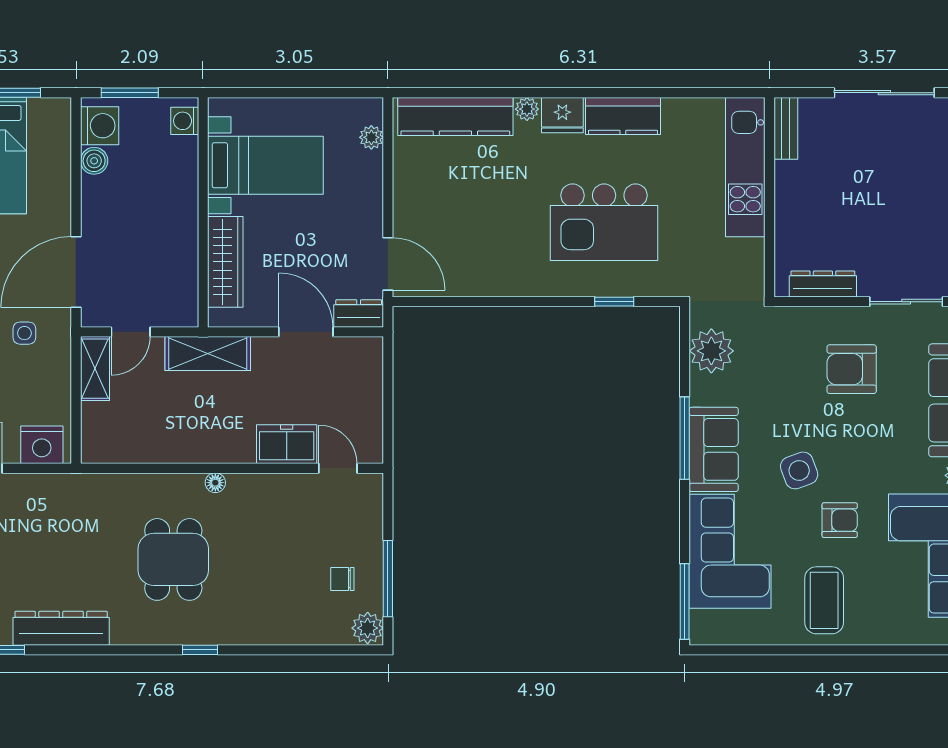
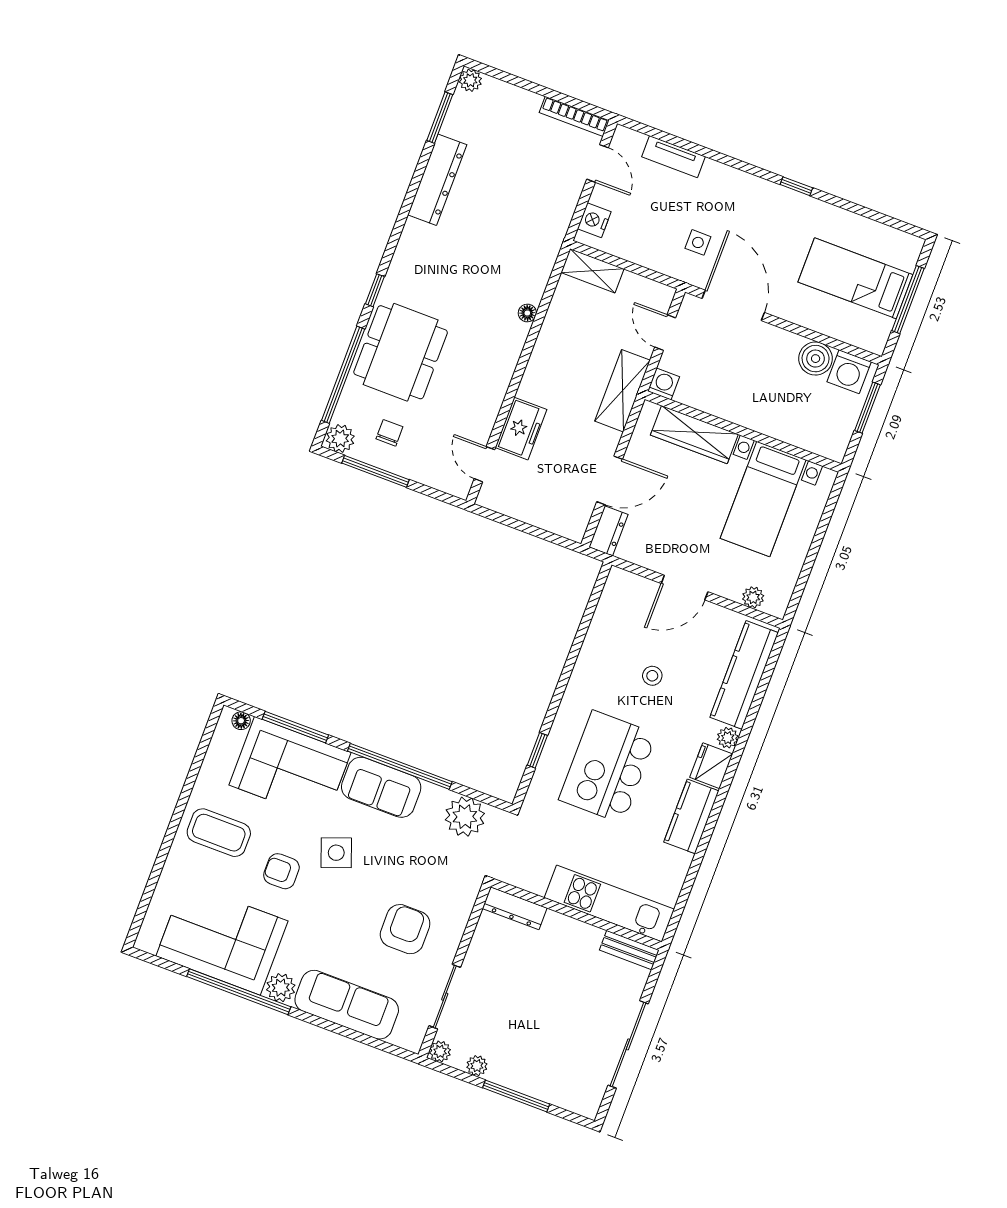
washing machine: (185, 121) -> (664, 384), moved
boiler: (94, 161) -> (816, 359), width x1.36, depth x1.36
stool: (492, 211) -> (652, 676), added
door: (388, 264) -> (685, 588), moved
dresser: (823, 284) -> (515, 908), moved, turned 90
shelving: (95, 369) -> (592, 271), moved
window: (685, 438) -> (400, 766), width x1.46
nightstand: (42, 445) -> (594, 220), width x0.74, depth x0.75
door: (338, 468) -> (484, 464), swing flipped
floor lamp: (215, 483) -> (527, 313), moved
armchair: (840, 520) -> (281, 871), turned 90
dining table: (173, 559) -> (401, 352), moved, width x1.38
window: (685, 602) -> (295, 727), moved
floor lamp: (699, 621) -> (241, 721), added
window: (300, 650) -> (343, 375), added

